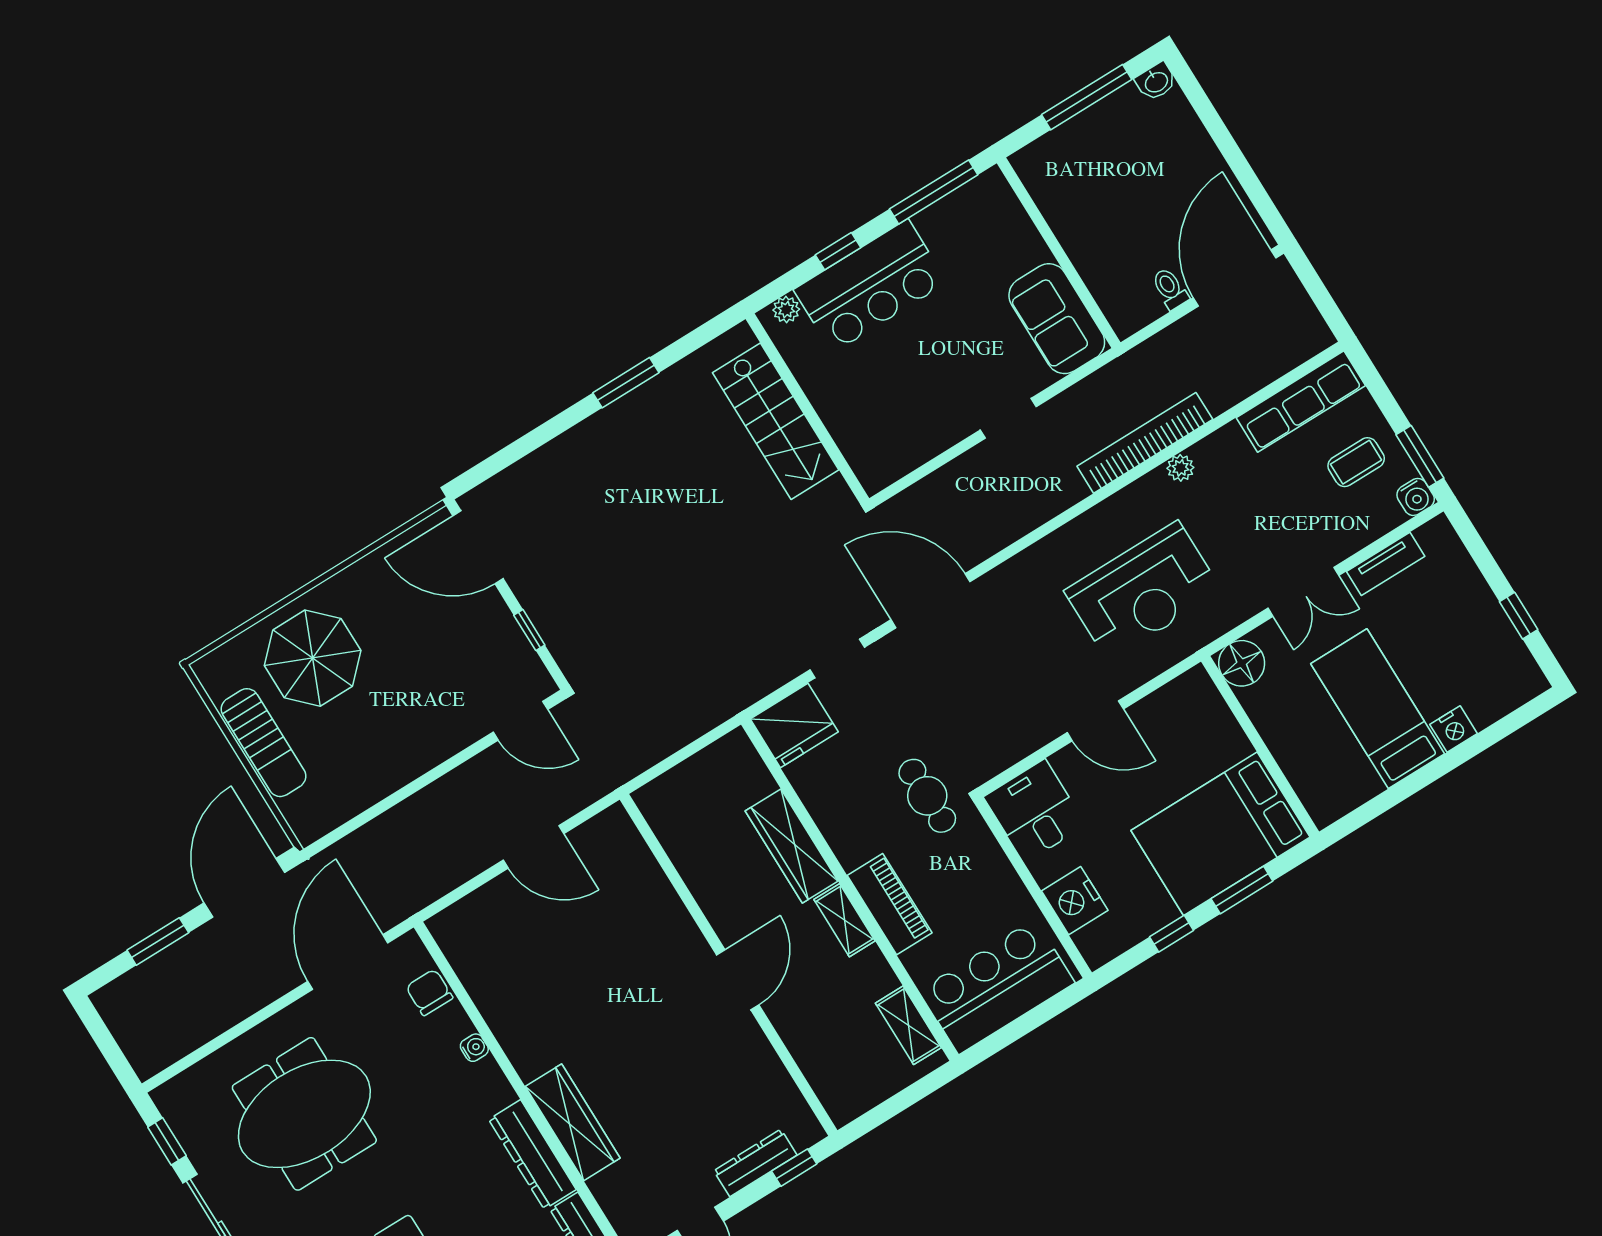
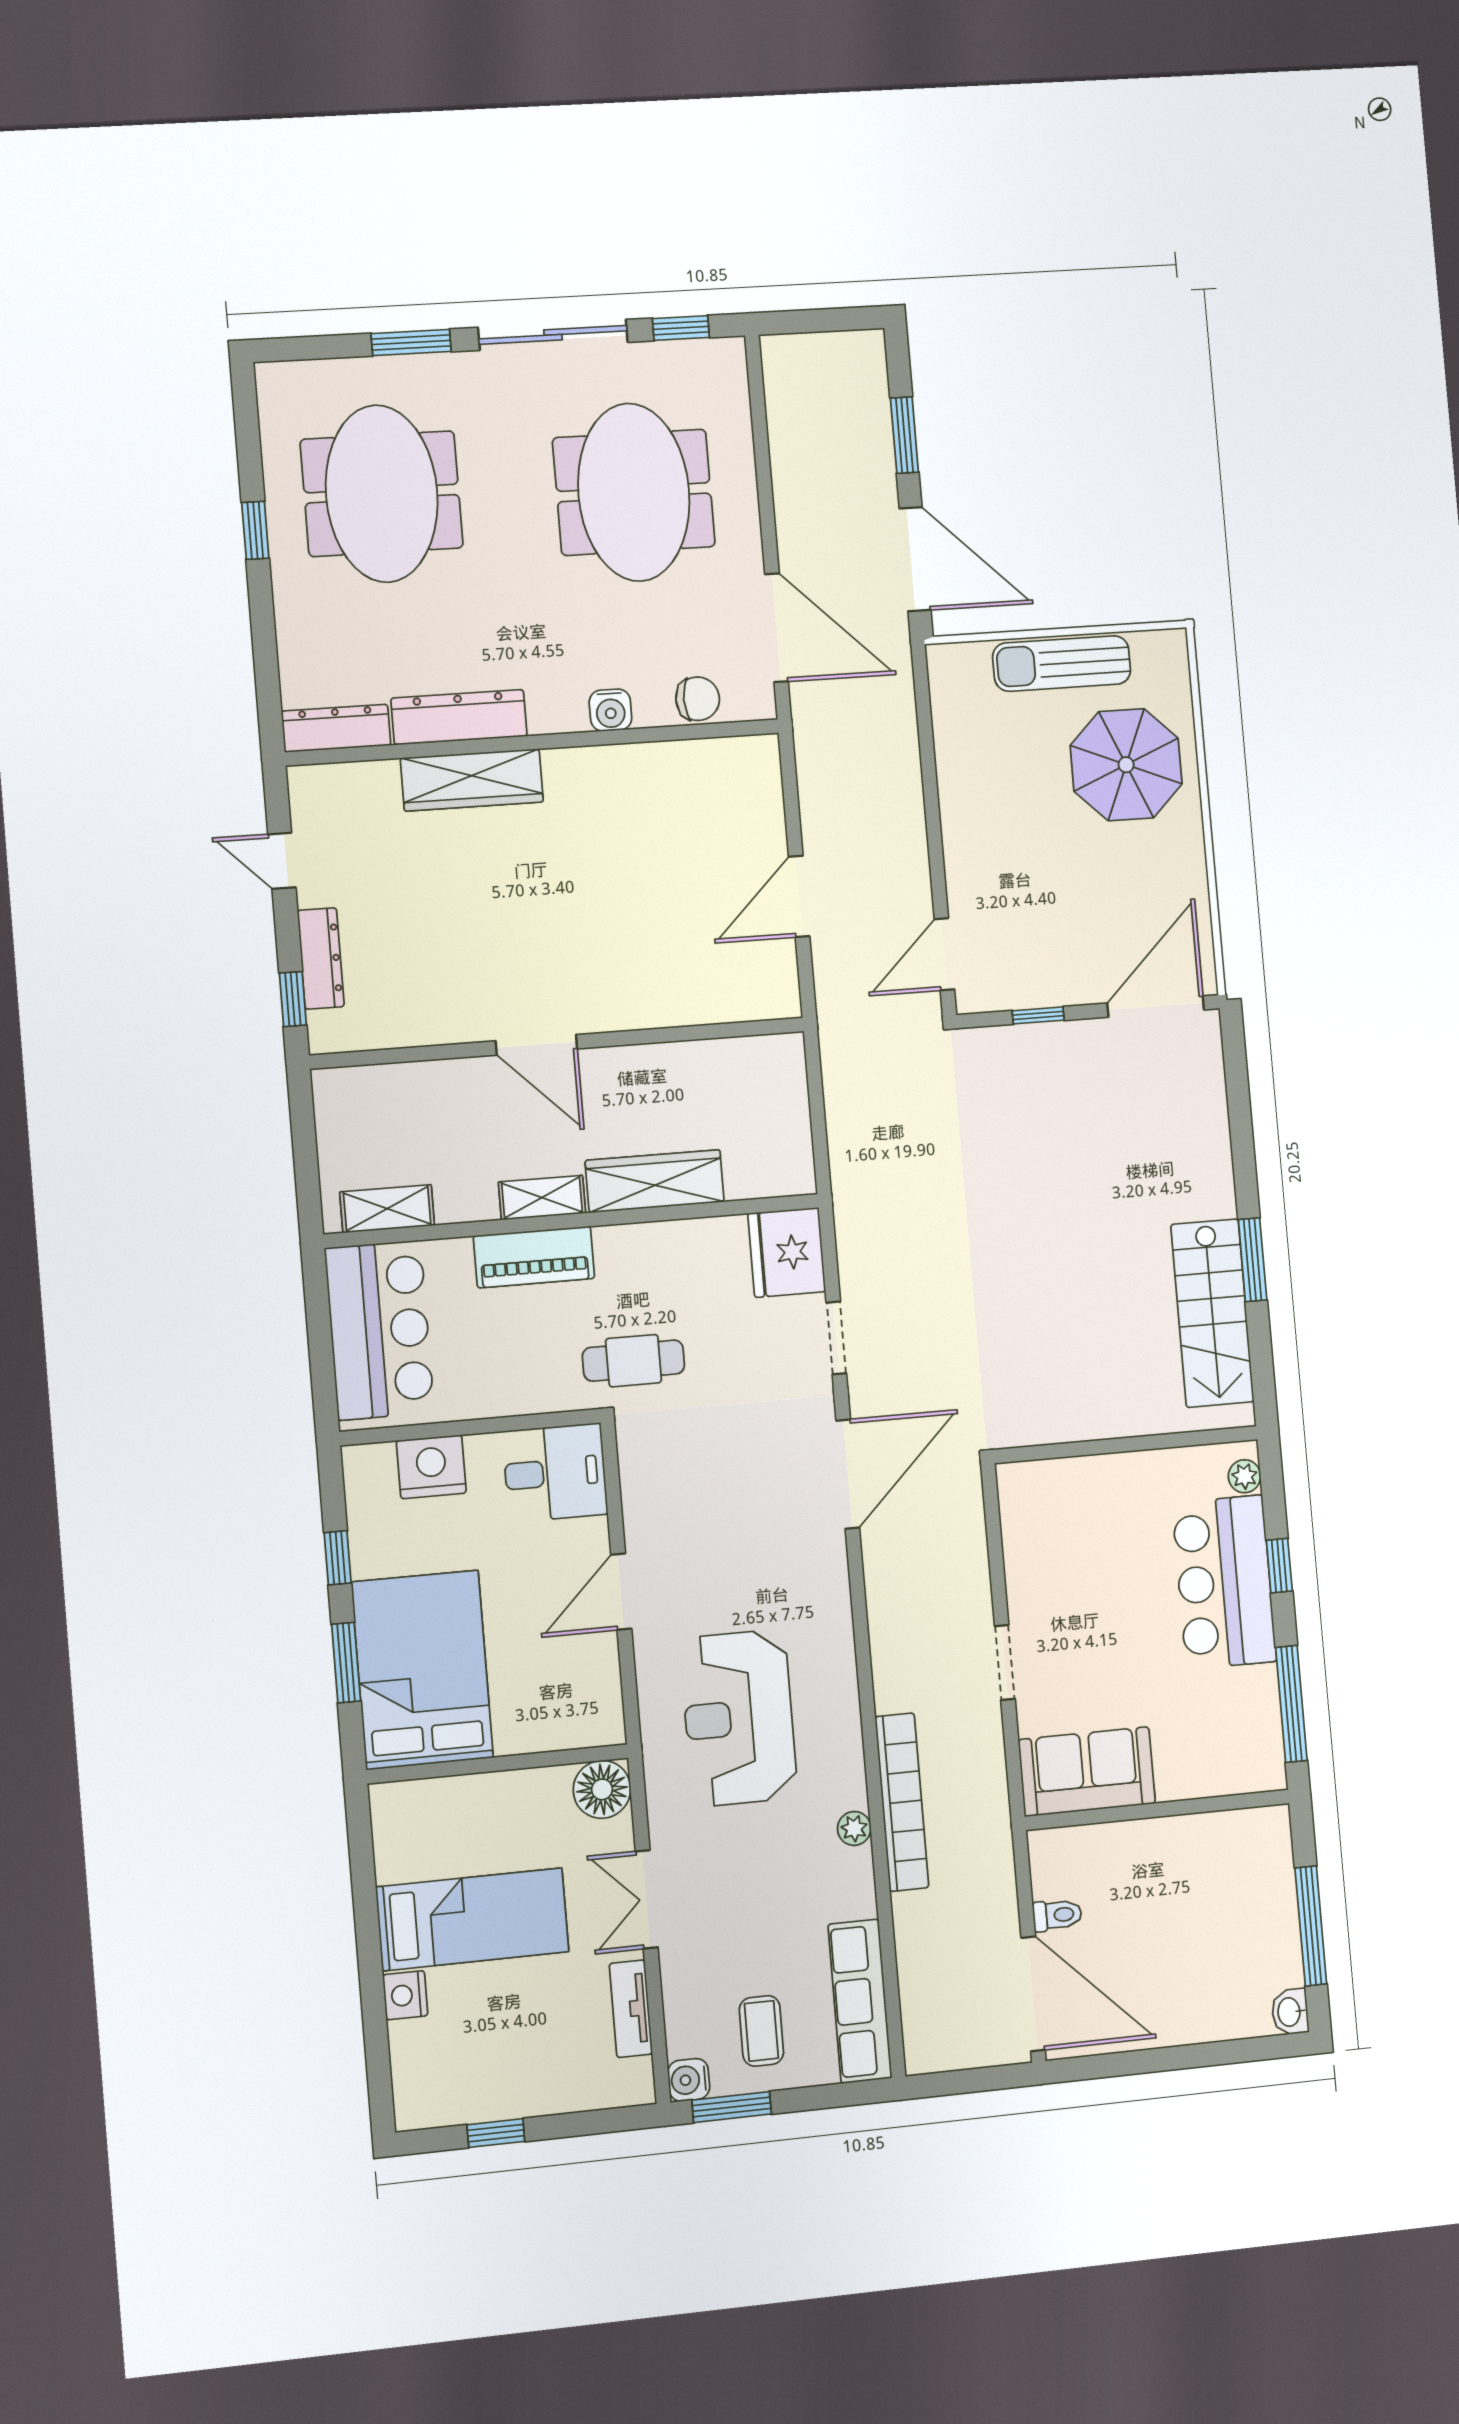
stairs: (776, 421) -> (1212, 1313), moved, turned -90
water cooler: (474, 1048) -> (610, 710), width x1.38, depth x1.38

